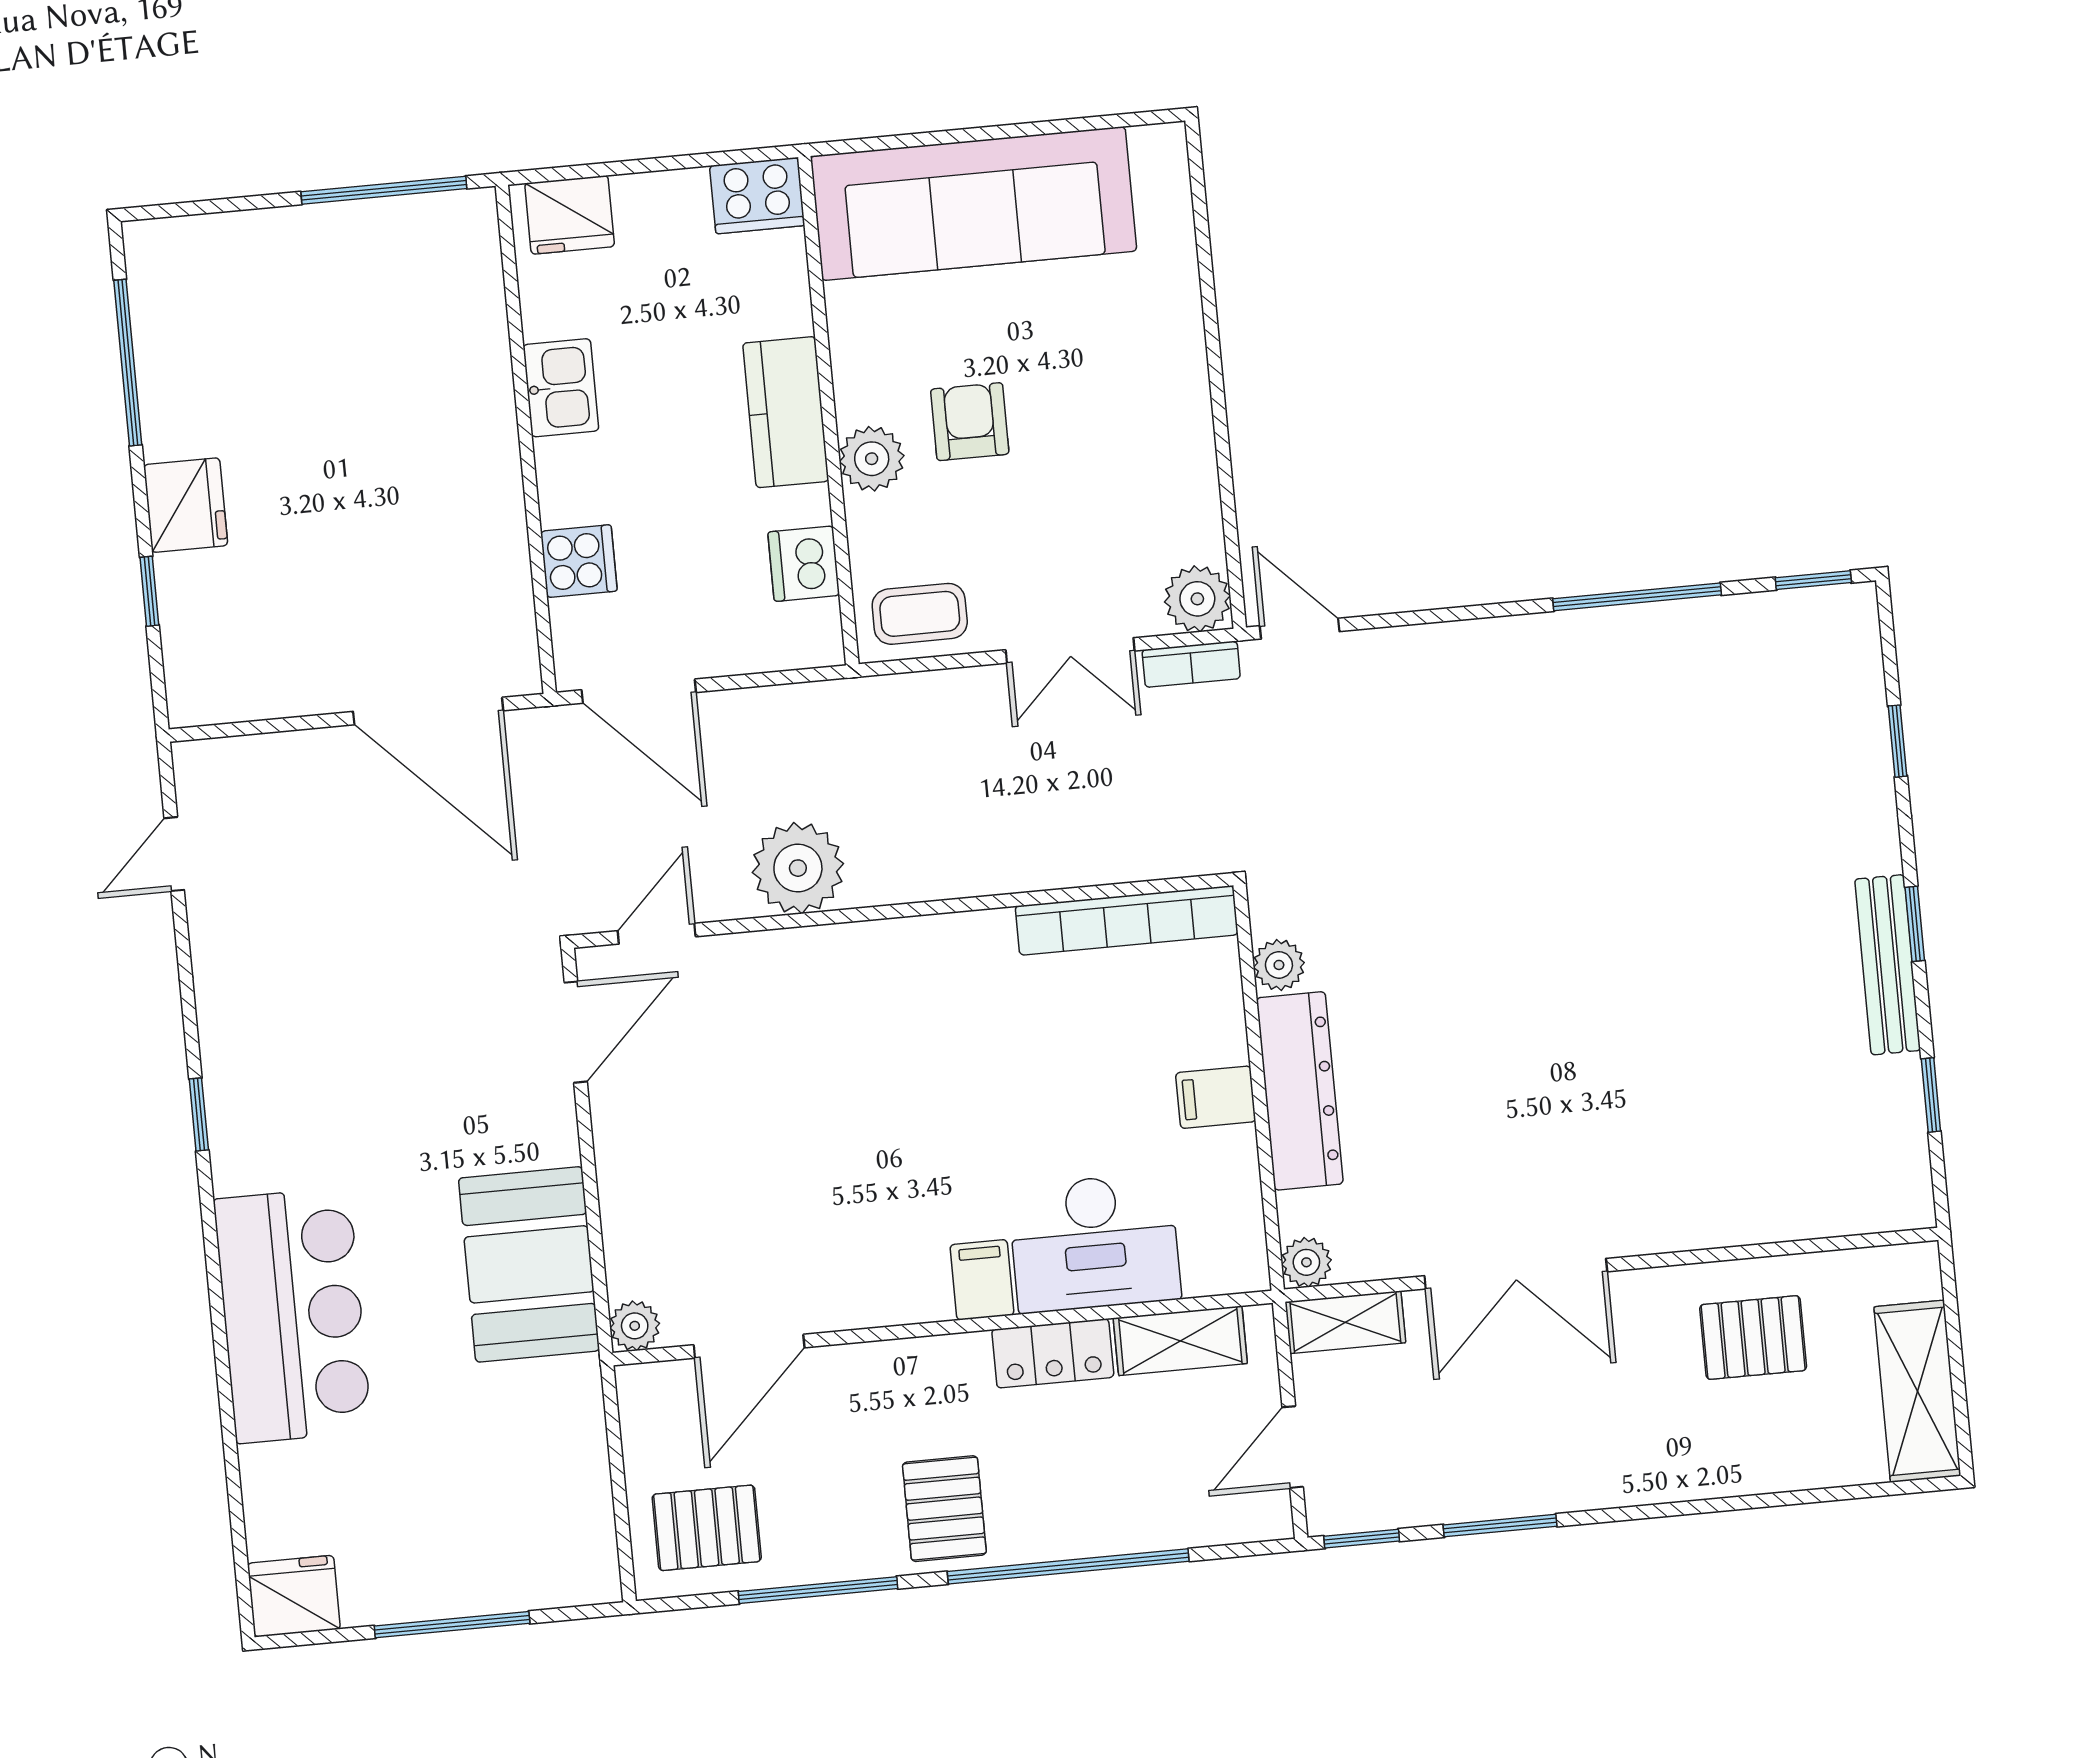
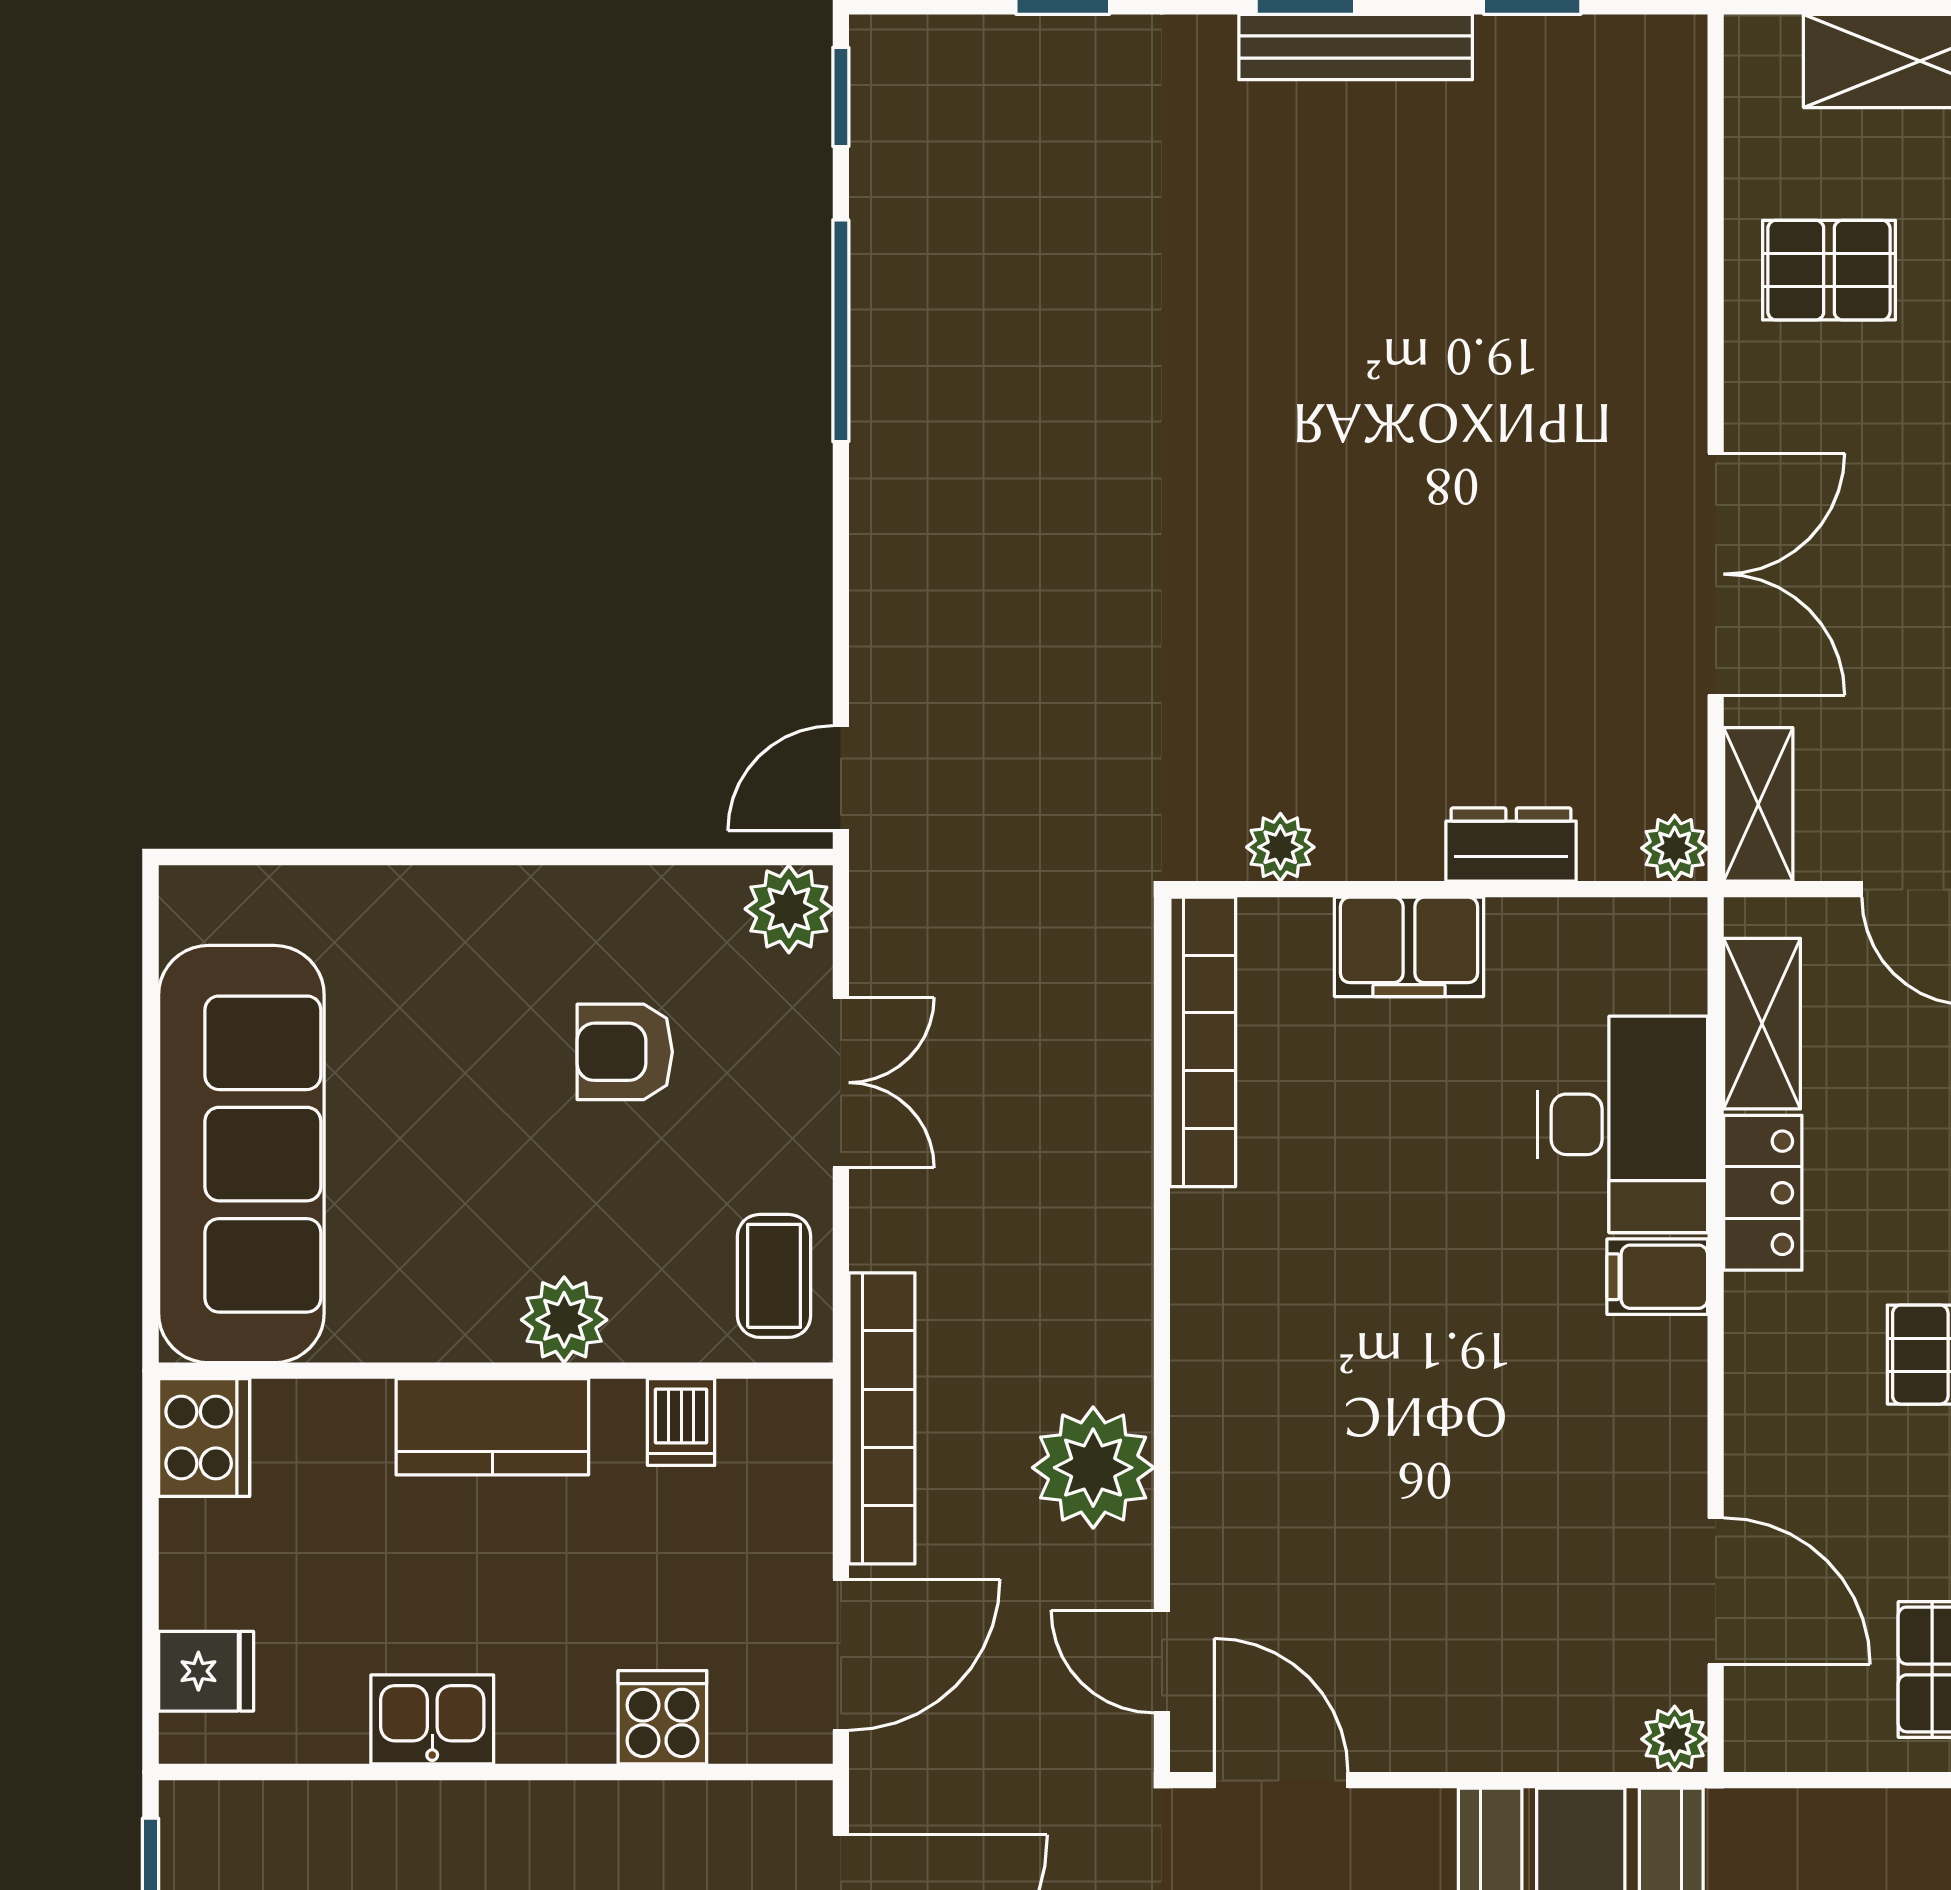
fridge: (570, 215) -> (206, 1671), width x0.72
armchair: (970, 422) -> (625, 1052), moved
dishwasher: (804, 564) -> (681, 1422), width x0.73
bookcase: (1191, 664) -> (882, 1418), moved, width x2.31, depth x1.31
dresser: (1300, 1091) -> (1511, 844), width x0.51, depth x0.80
filing cabinet: (1216, 1097) -> (1409, 947), width x2.00
pallet: (1753, 1338) -> (1829, 270), turned 90

